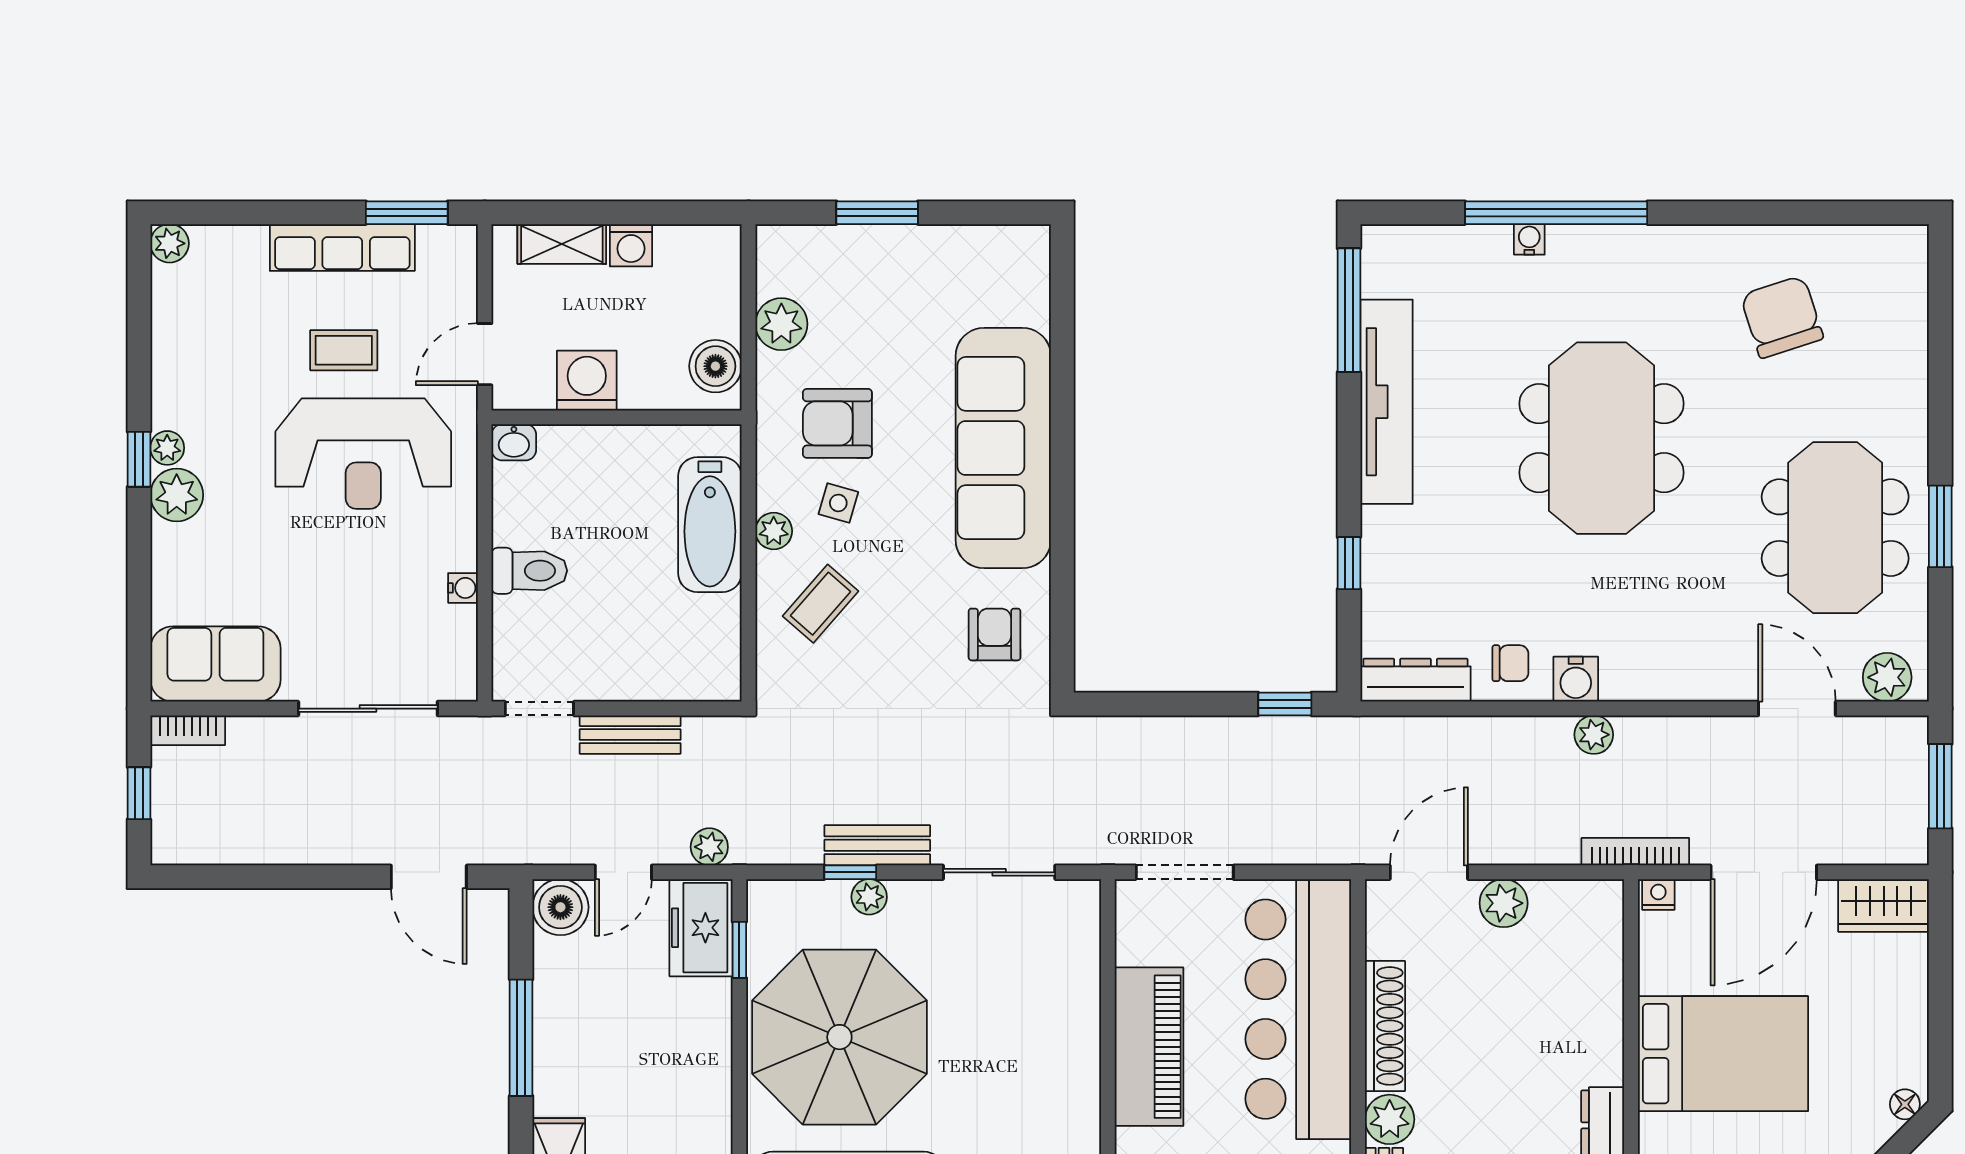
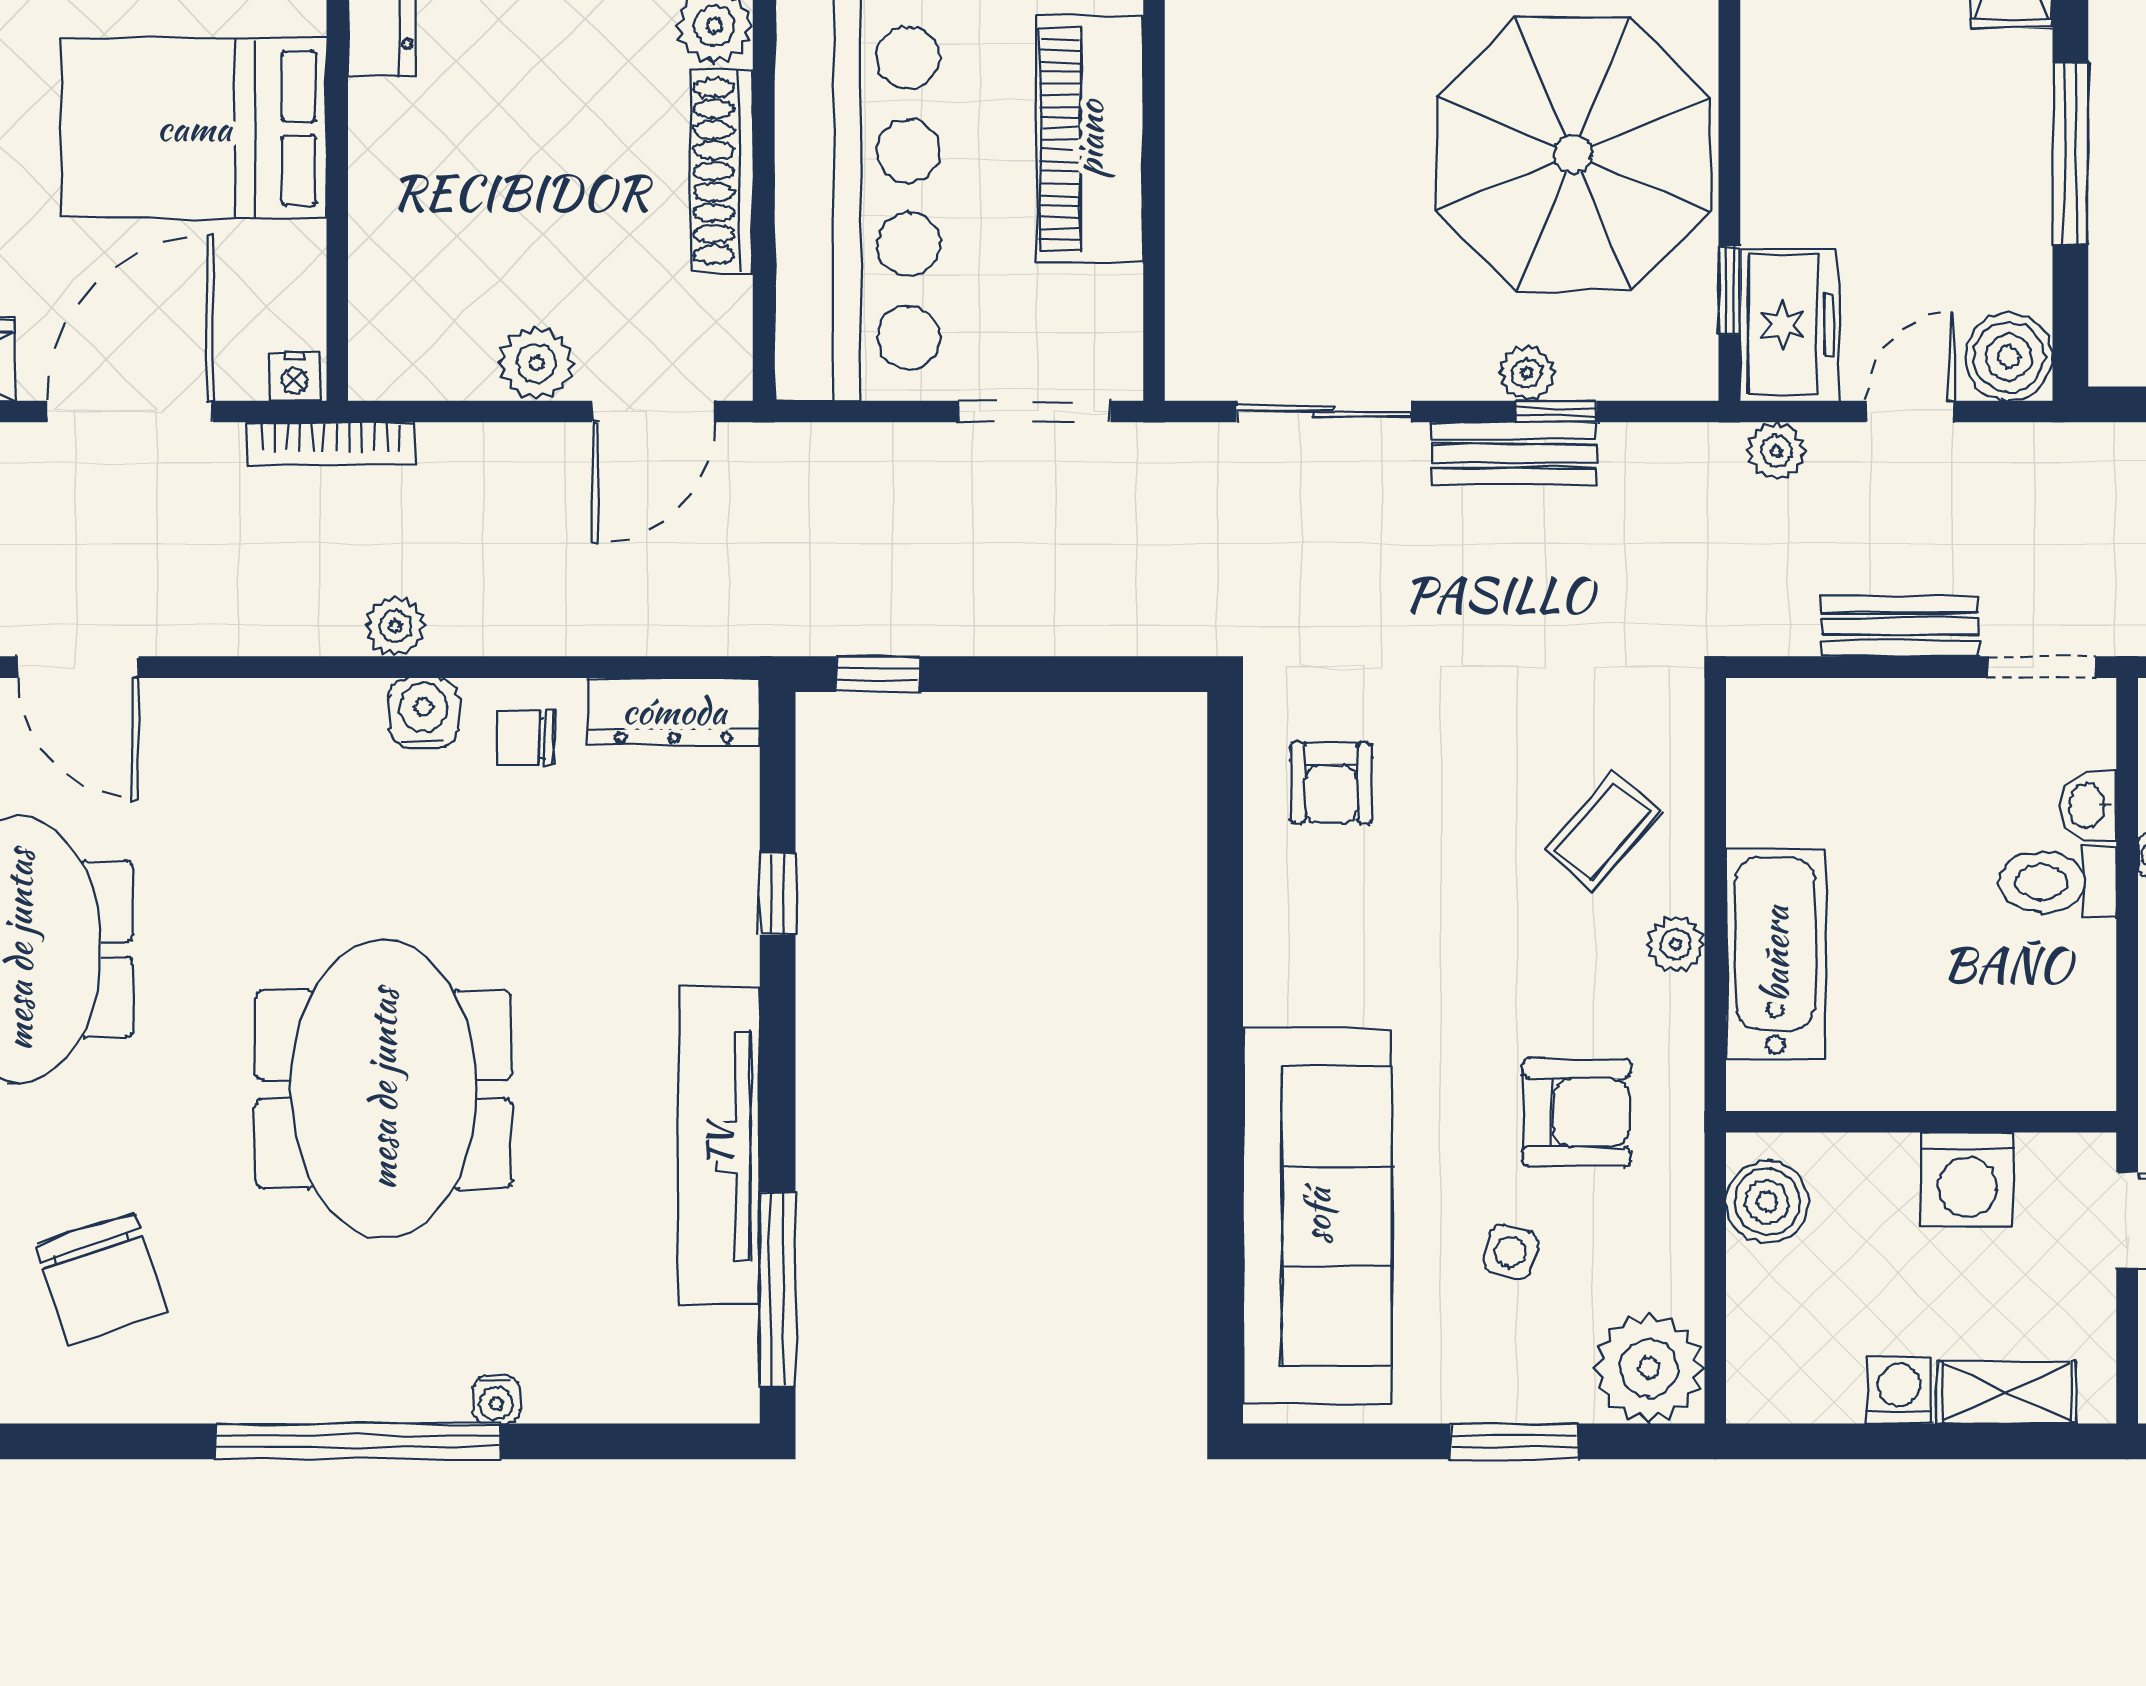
window: (1556, 213) -> (358, 1441), moved
plant: (781, 324) -> (1649, 1368), moved, width x1.36, depth x1.36
washbasin: (514, 442) -> (2088, 806), moved, turned -90
sofa: (1003, 448) -> (1317, 1216), moved
side table: (838, 503) -> (1511, 1252), moved

